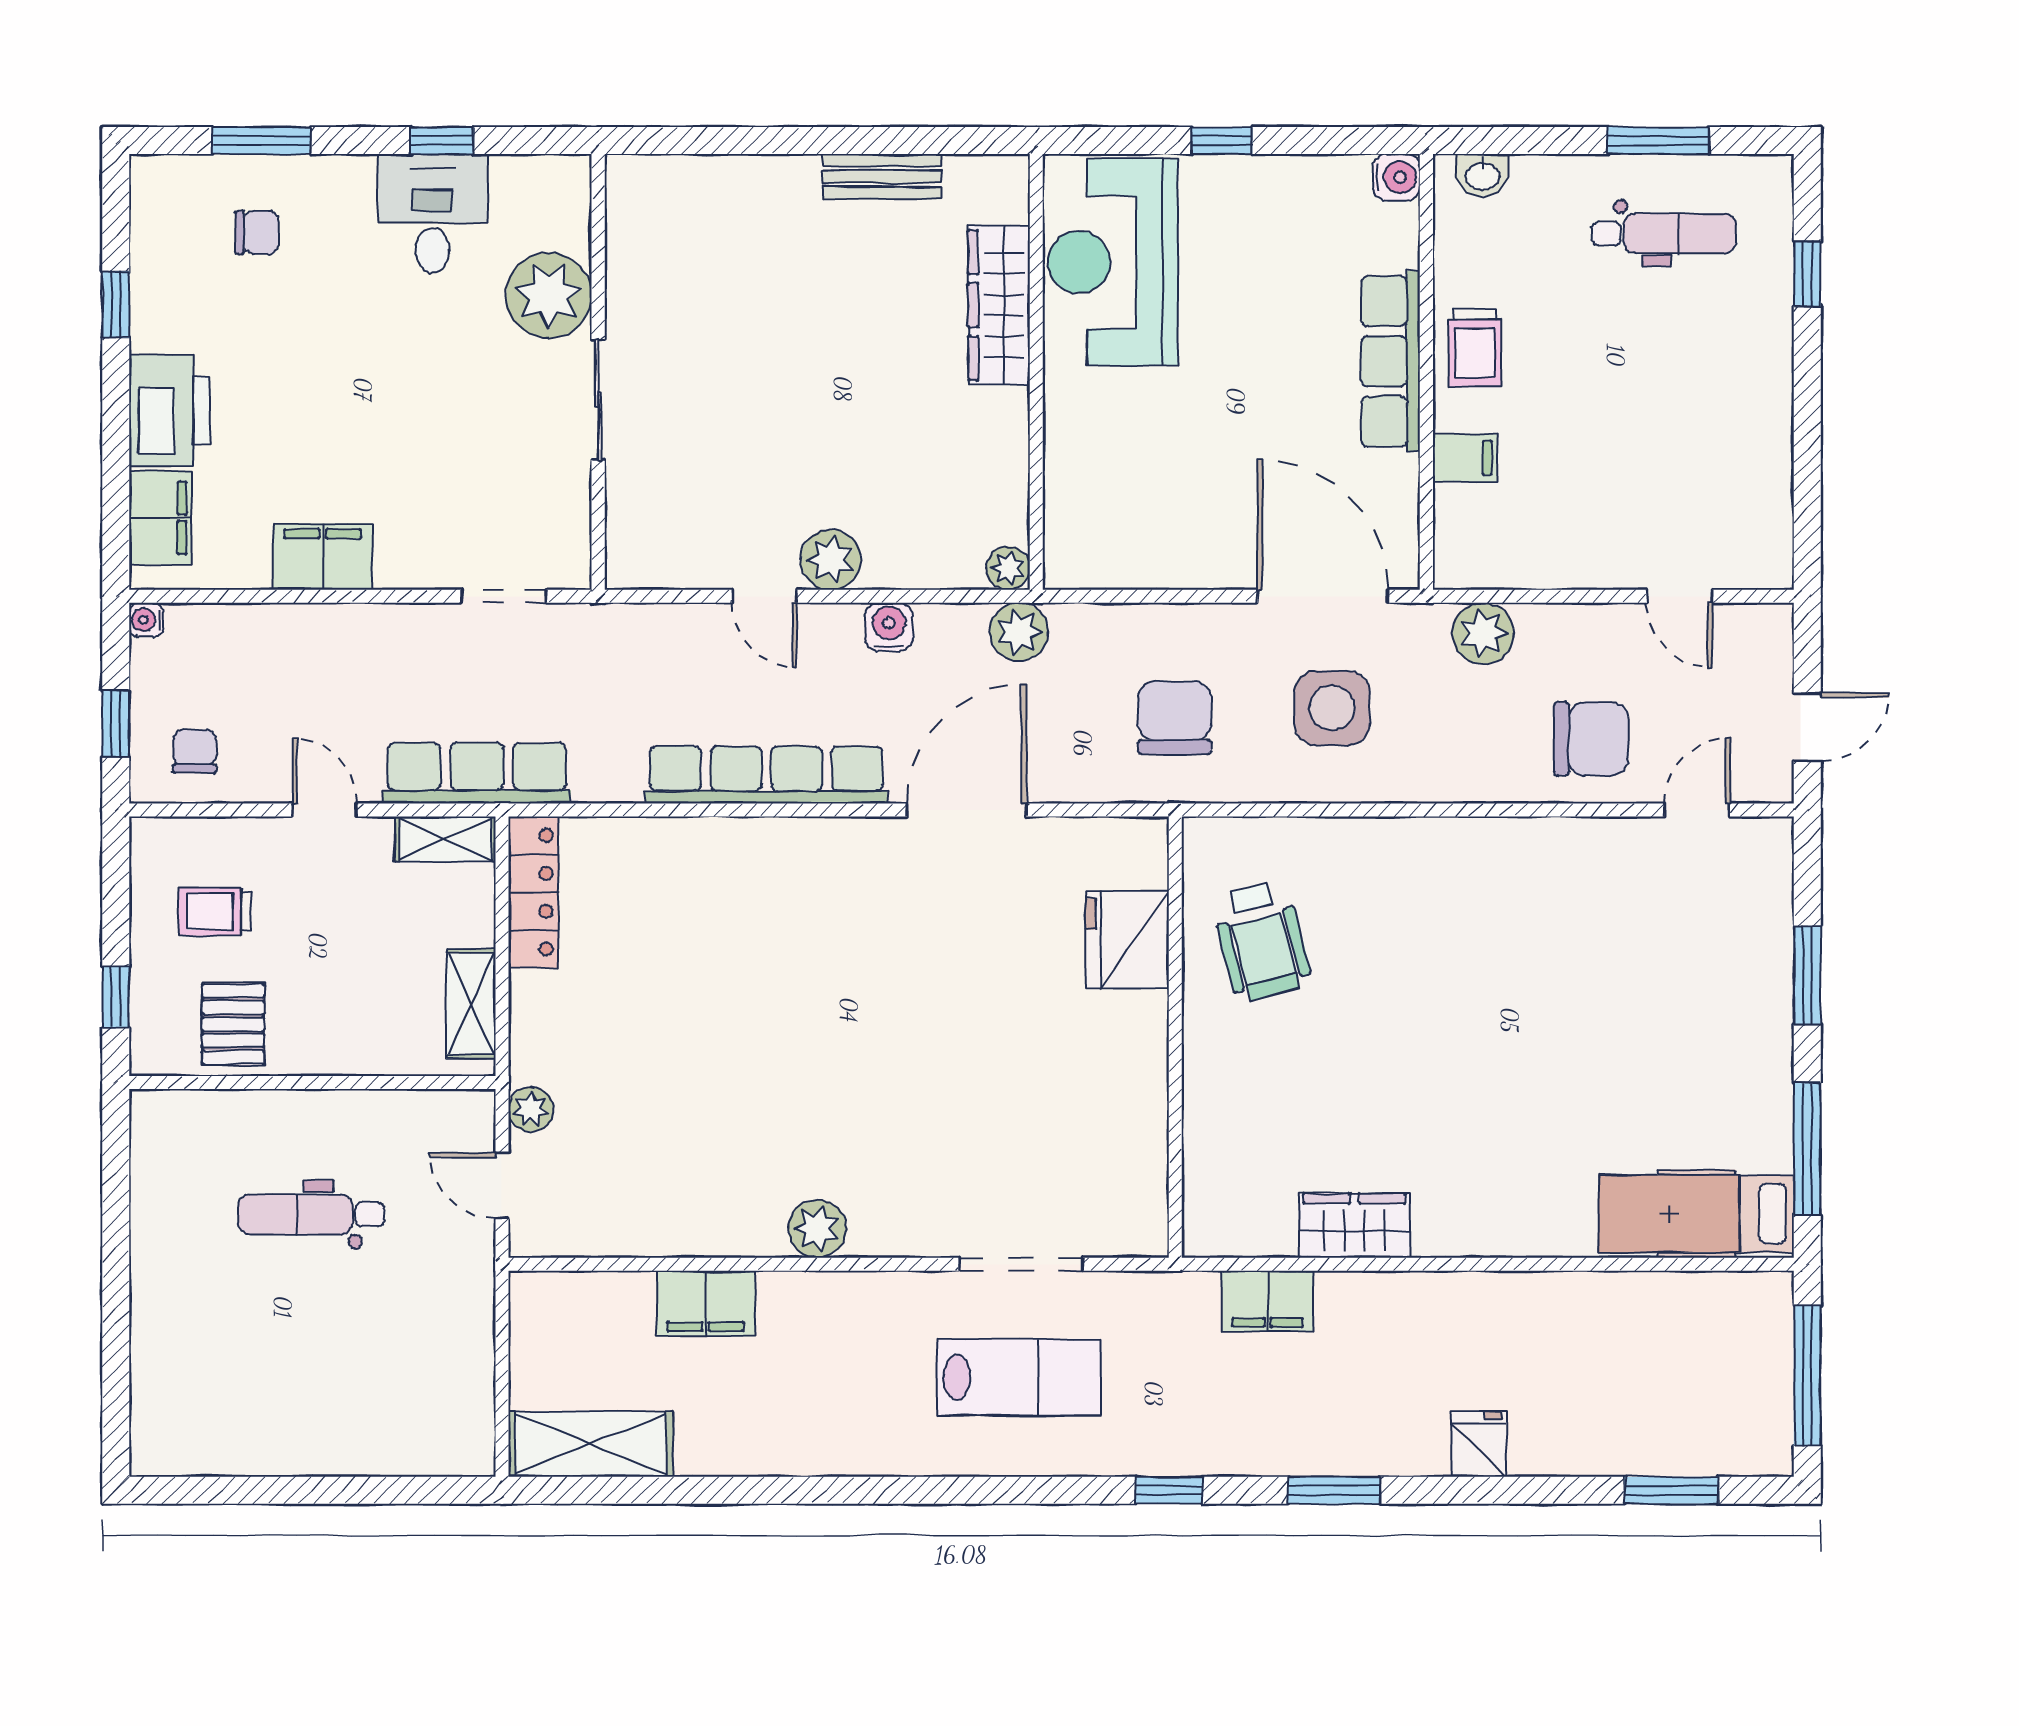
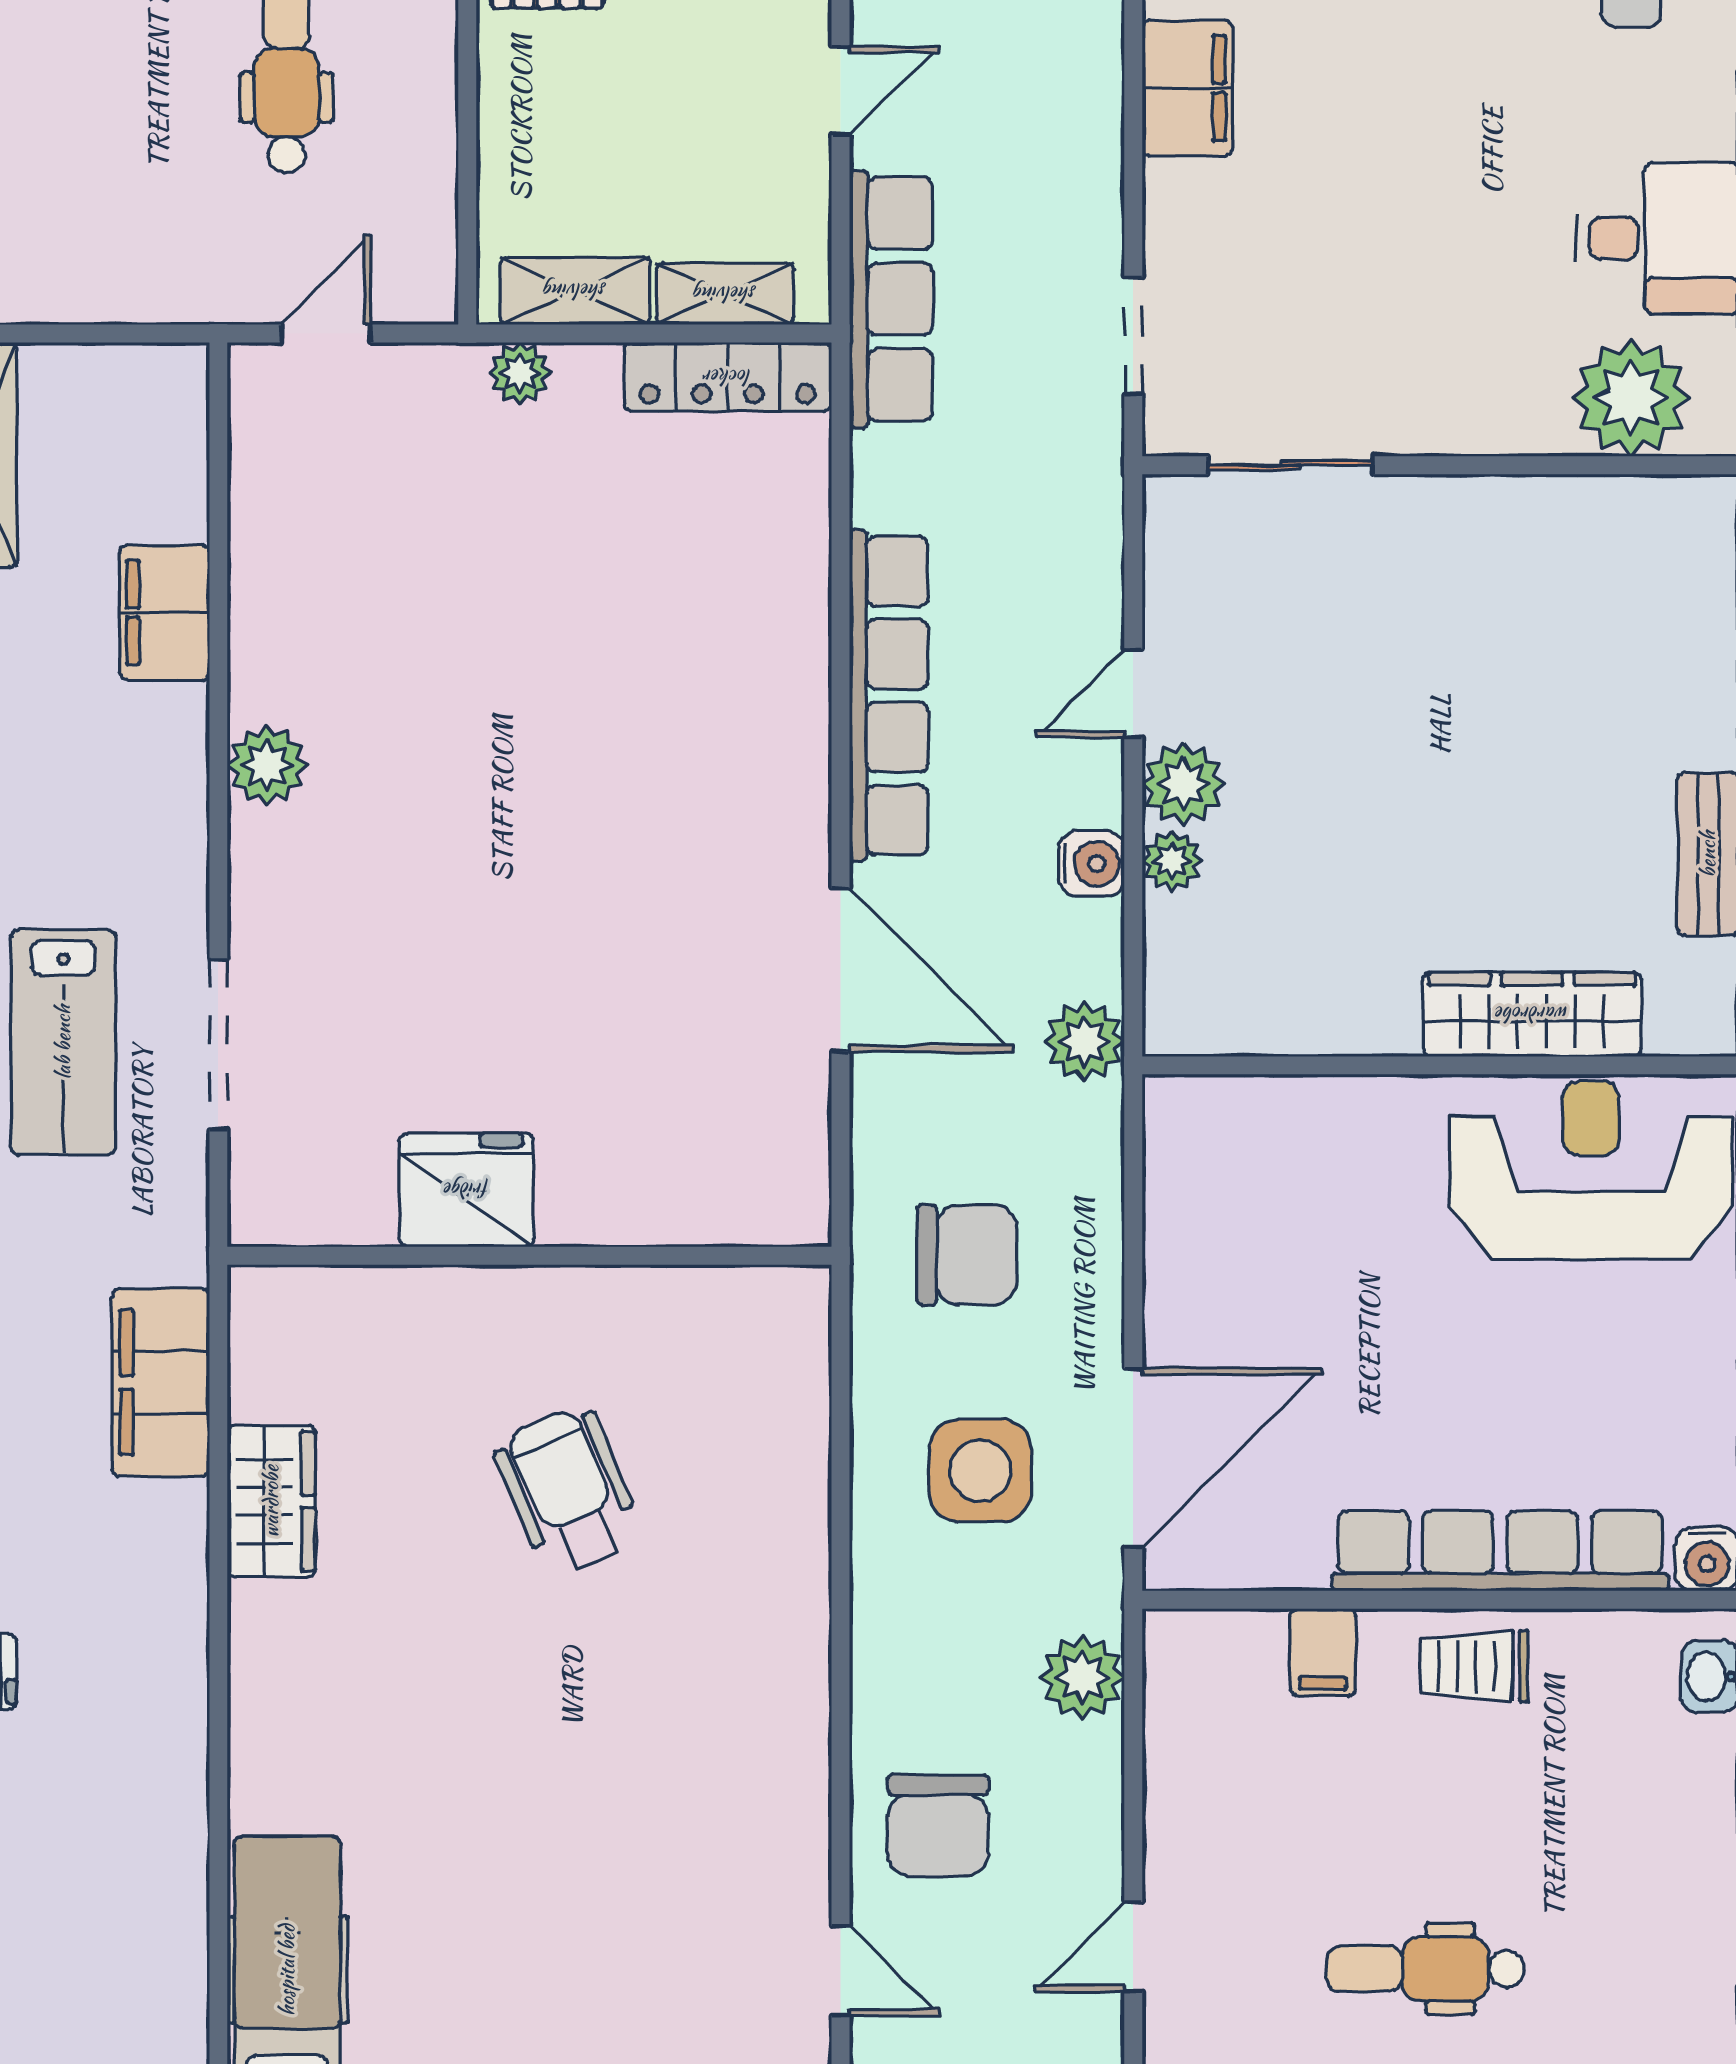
dental chair: (1664, 233) -> (1426, 1969), moved, turned 90
plant: (549, 295) -> (1631, 398), moved
row of seats: (1391, 361) -> (1500, 1551), width x1.36
sliding door: (598, 400) -> (1291, 465), moved
plant: (1008, 568) -> (1172, 861), moved
shelving: (445, 839) -> (725, 294), moved, turned 90
fridge: (1127, 939) -> (467, 1190), moved
wheelchair: (1262, 941) -> (568, 1490), moved, turned 81
plant: (531, 1109) -> (520, 373), moved
filing cabinet: (1268, 1301) -> (161, 1382), width x1.50, depth x1.17

